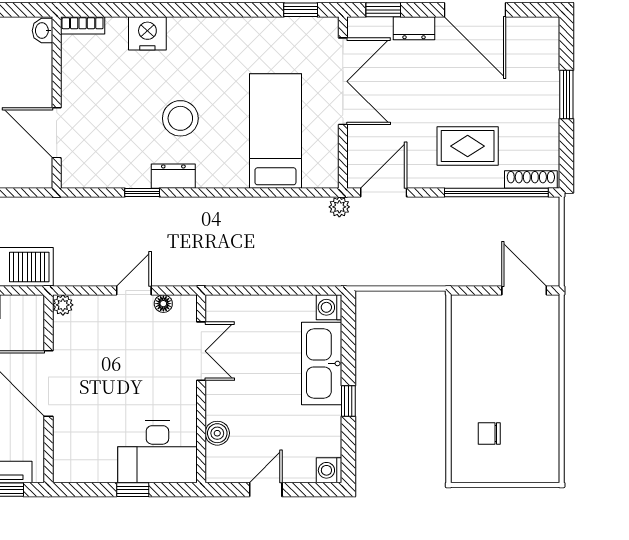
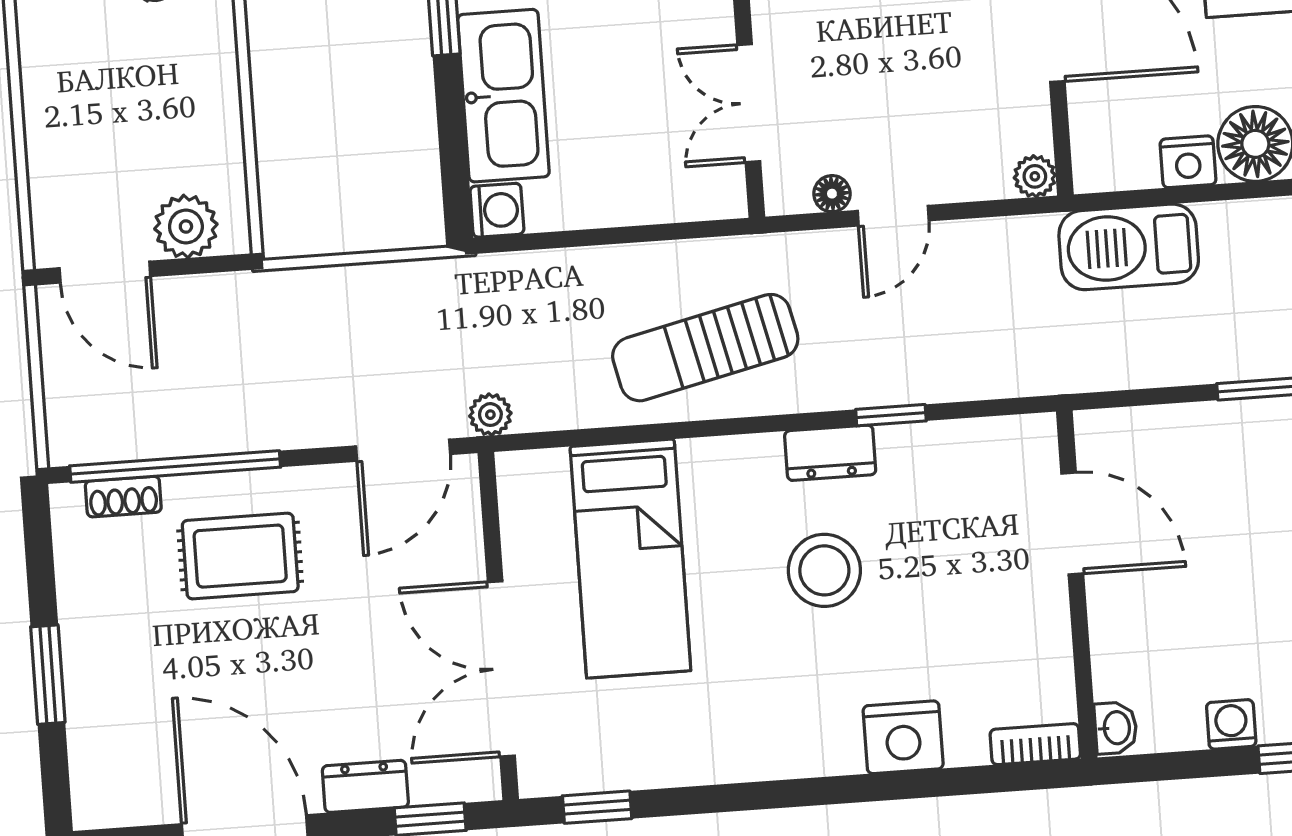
shoe rack: (531, 179) -> (123, 497), width x0.70
sun lounger: (231, 232) -> (705, 348), added
plant: (483, 310) -> (186, 226), added

